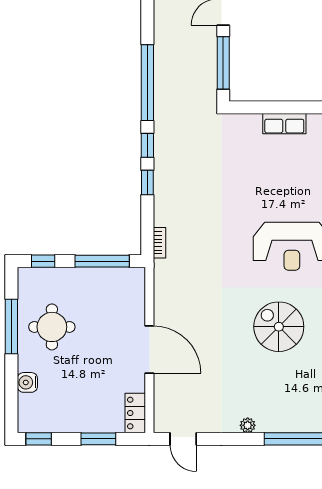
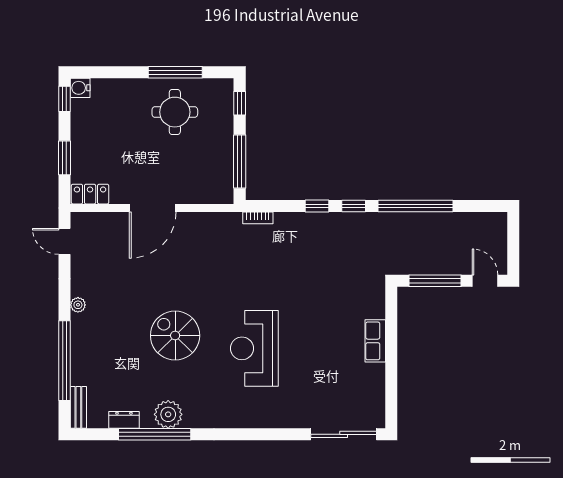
spiral stairs: (279, 327) -> (175, 336), turned -90
water cooler: (27, 382) -> (80, 88), moved, turned -90
door: (183, 439) -> (64, 241), hinge flipped

